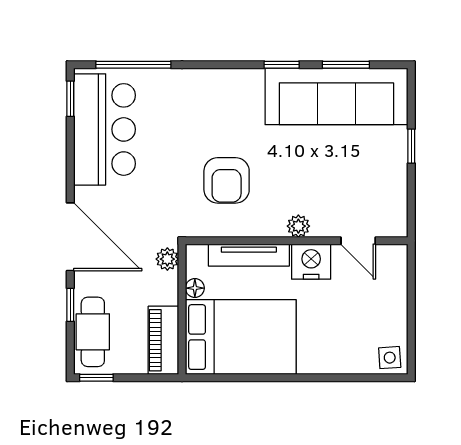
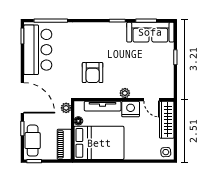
sofa: (336, 96) -> (150, 32), width x0.74, depth x0.79
wardrobe: (392, 285) -> (167, 120), added

